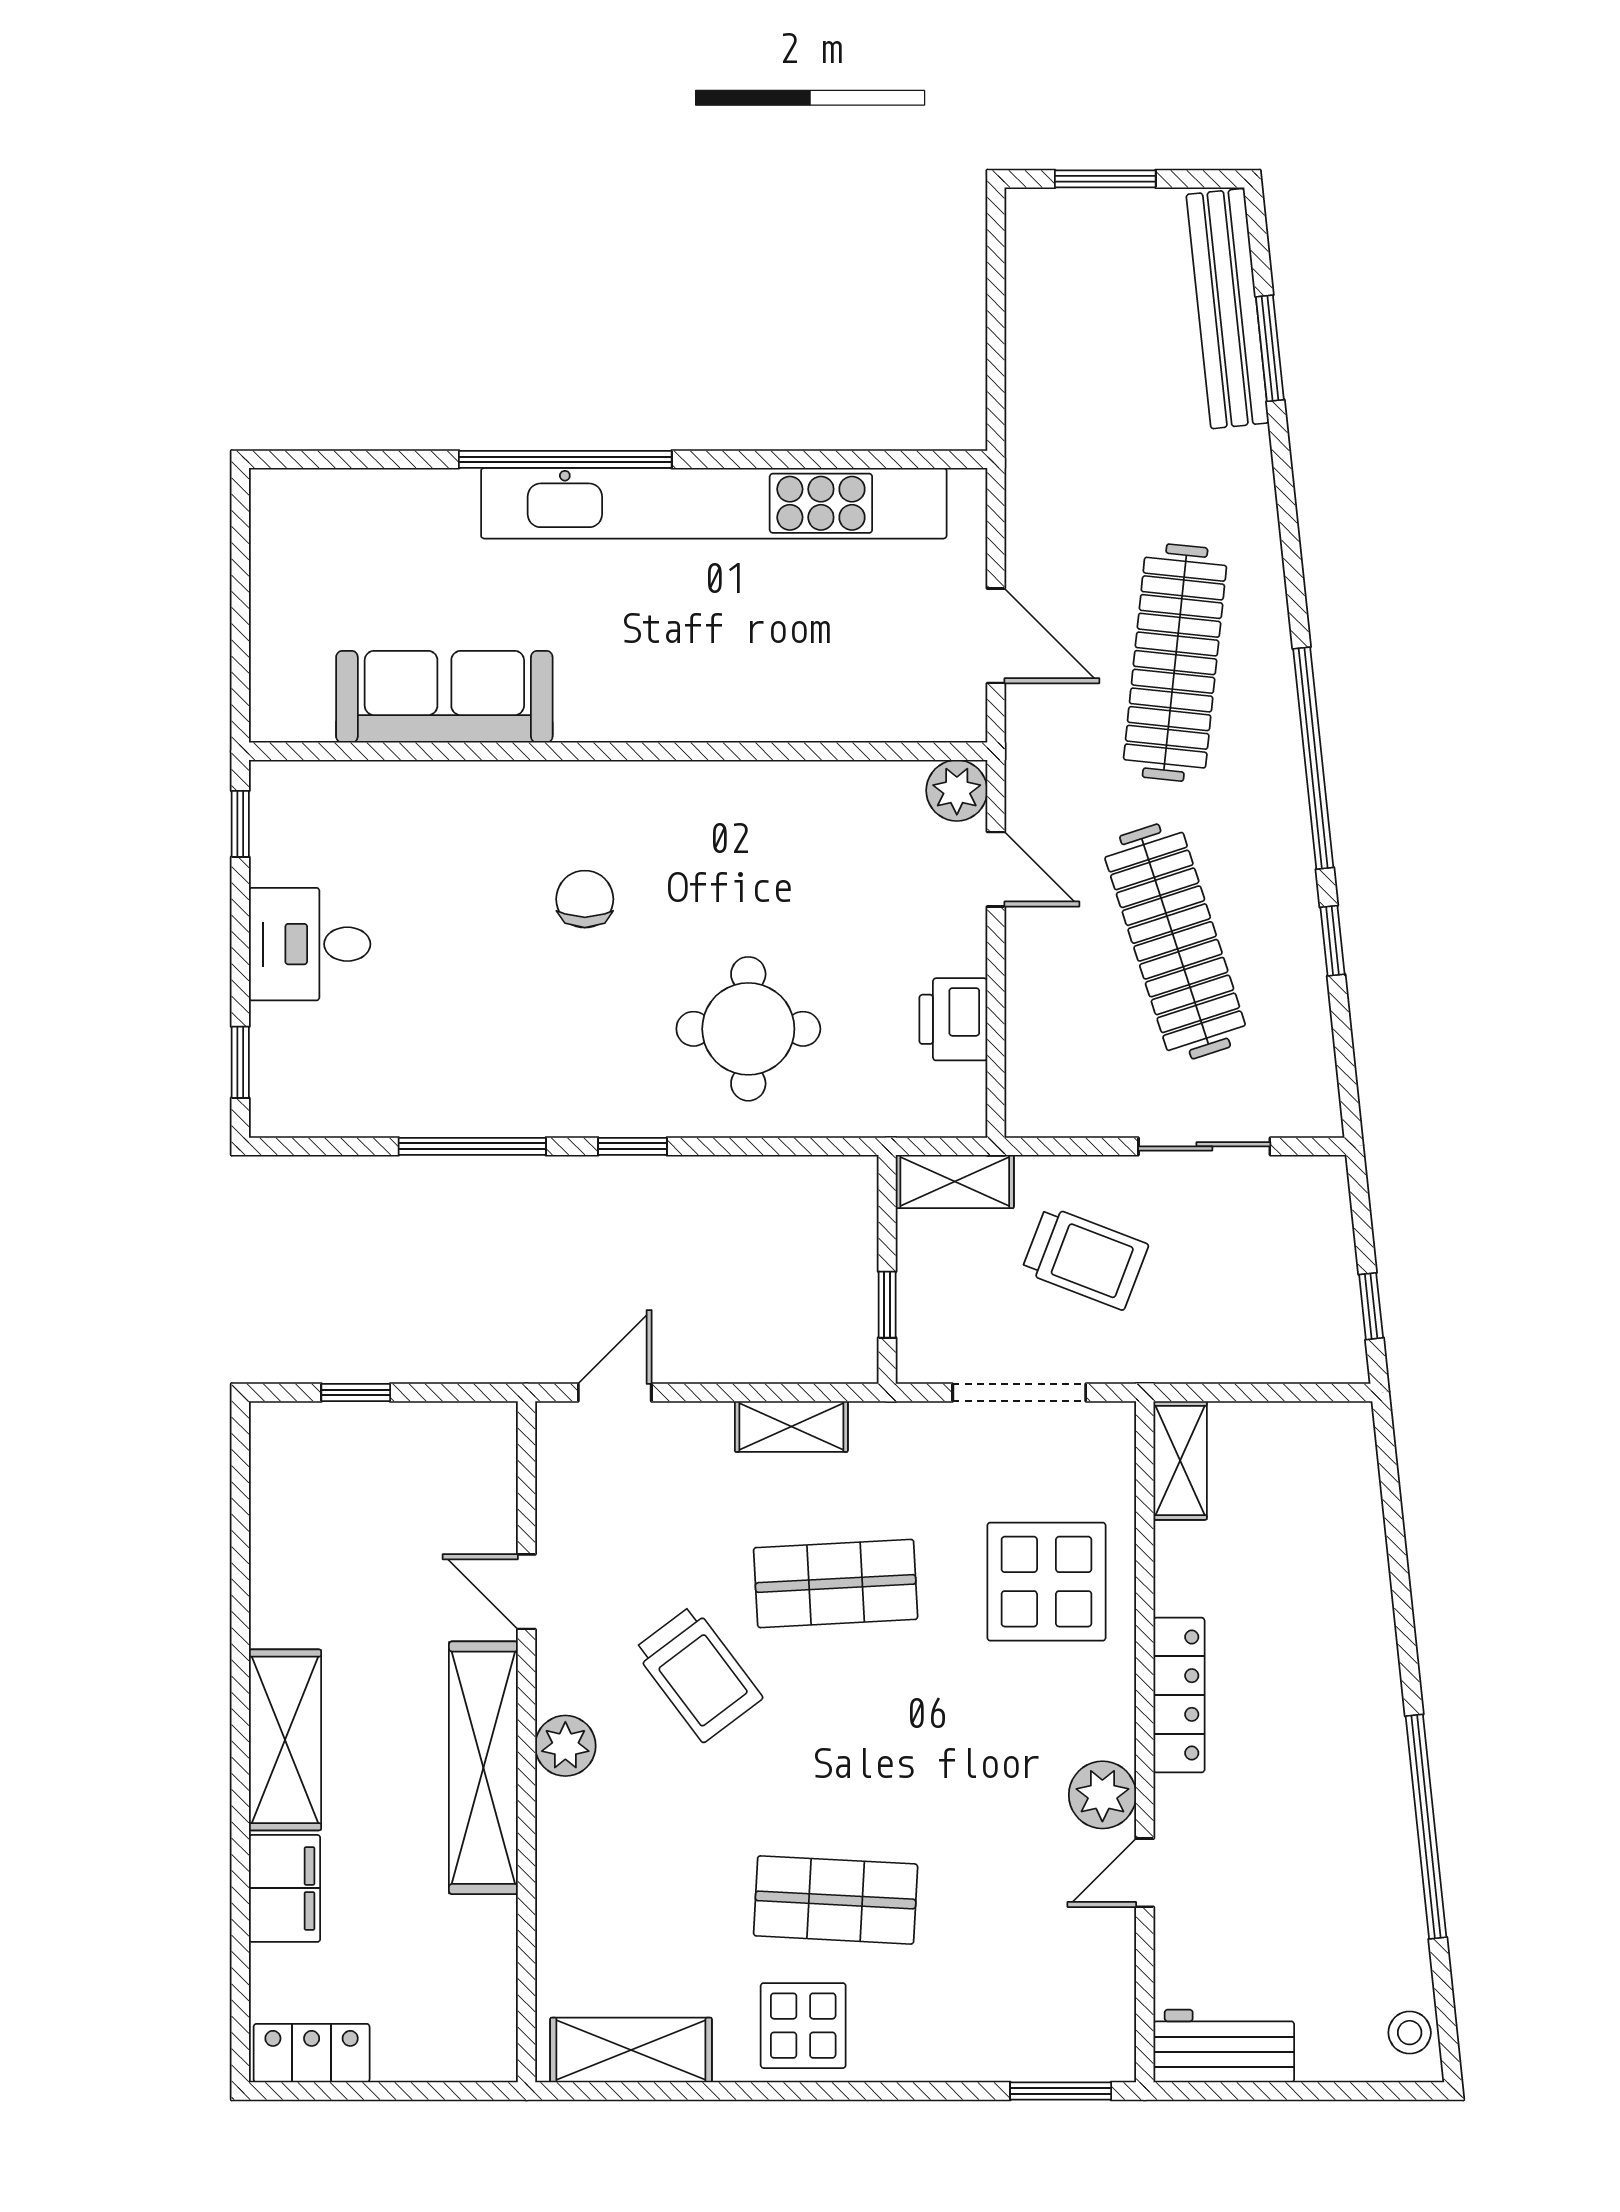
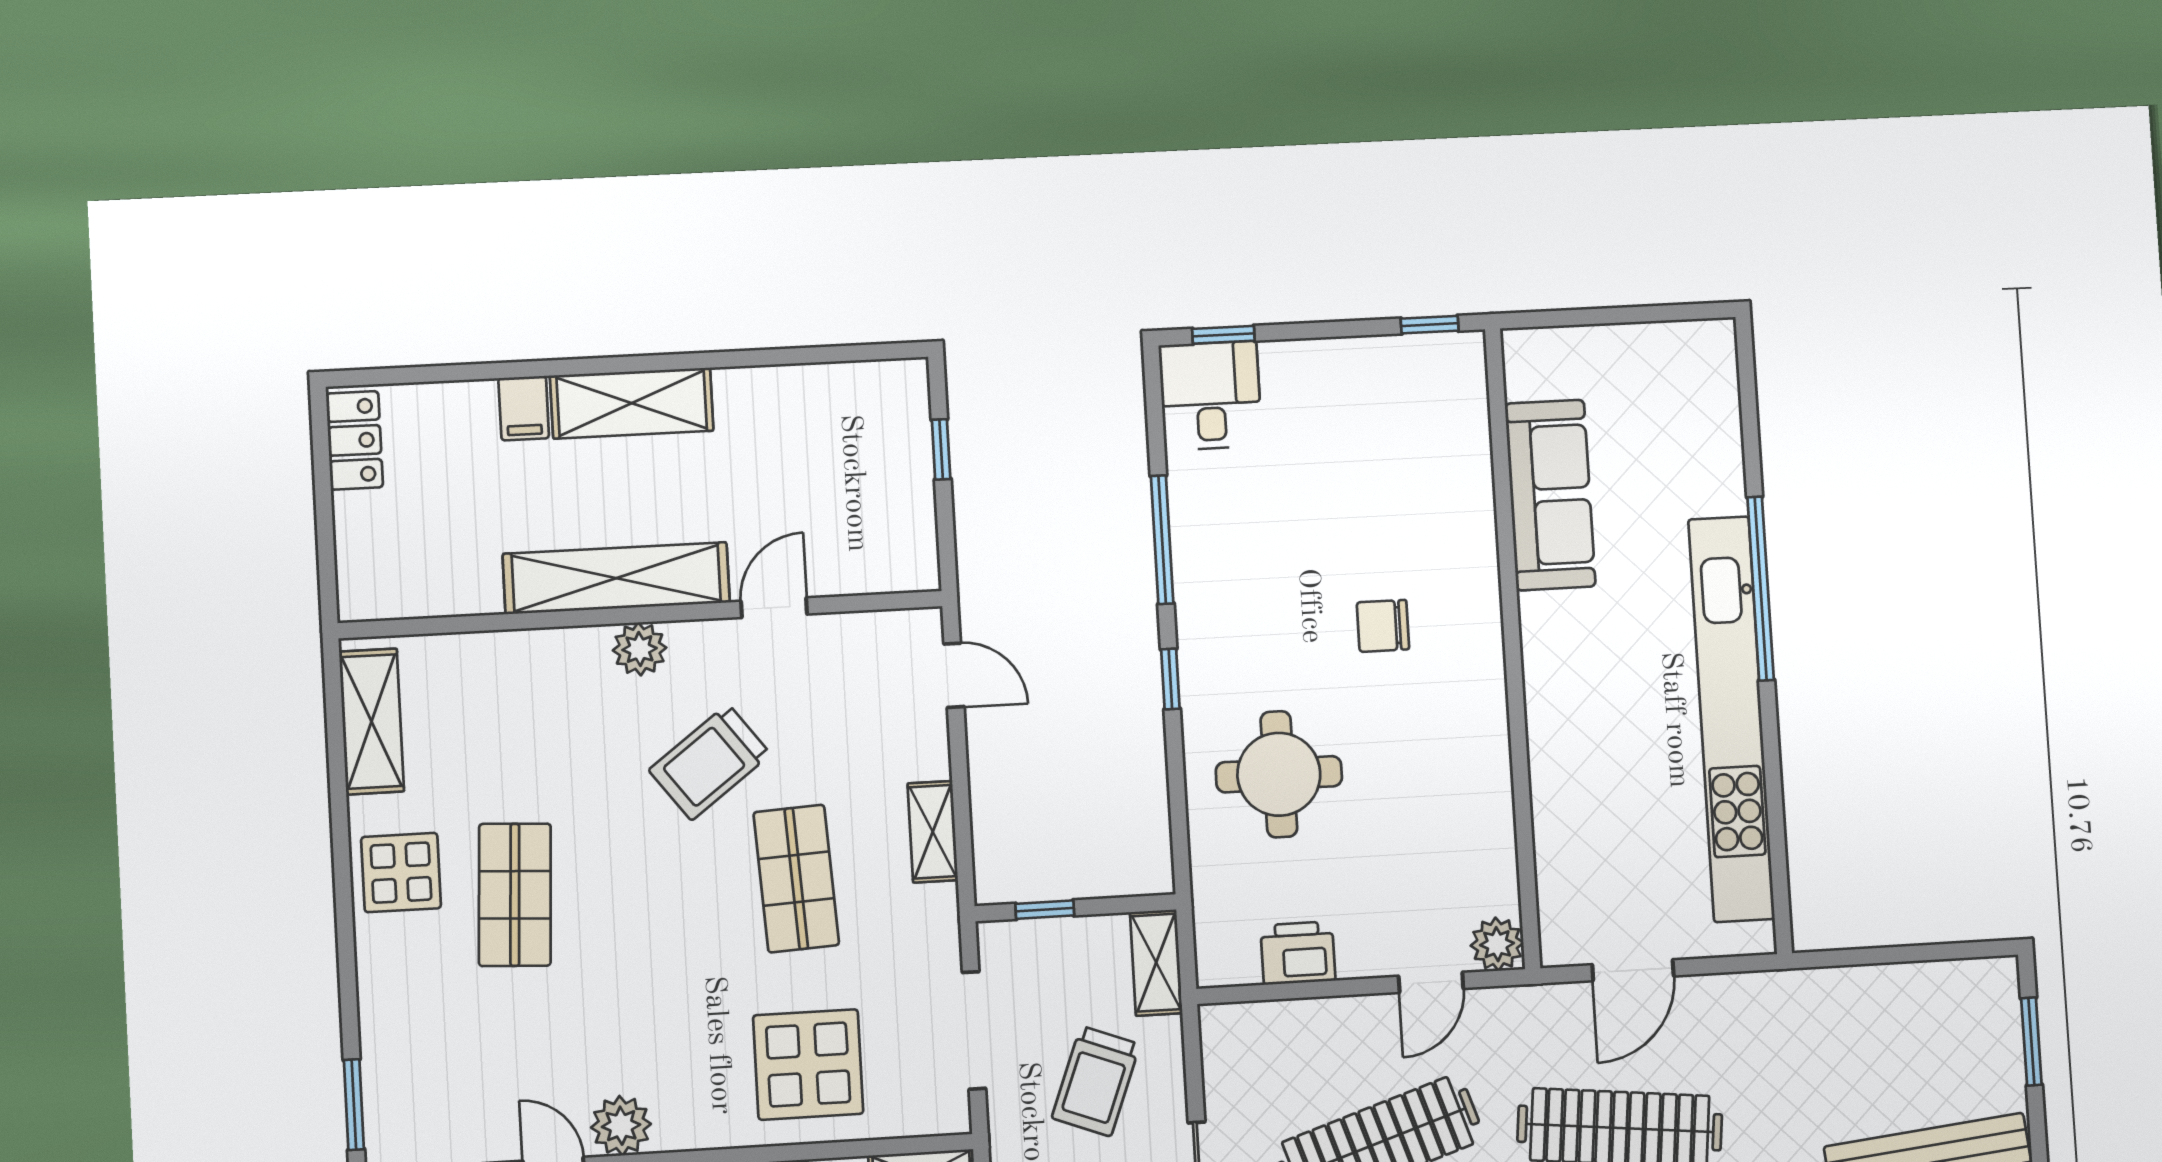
chair: (585, 899) -> (1383, 626), turned 180
desk: (310, 944) -> (1210, 396), moved
filing cabinet: (285, 1888) -> (524, 408), width x0.50

